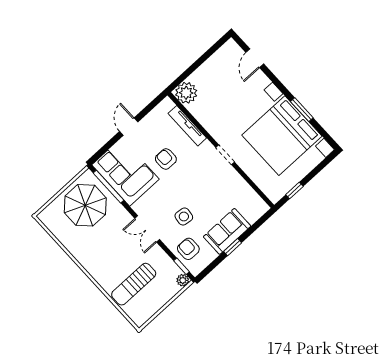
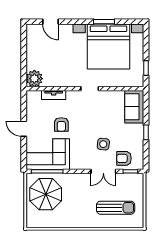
tv unit: (187, 126) -> (54, 95), width x0.71
armchair: (166, 159) -> (61, 124), turned -90
double door: (147, 229) -> (103, 171), moved
sofa: (227, 231) -> (134, 107), moved
plant: (183, 280) -> (139, 178), removed
sun lounger: (134, 284) -> (116, 208), turned -90

